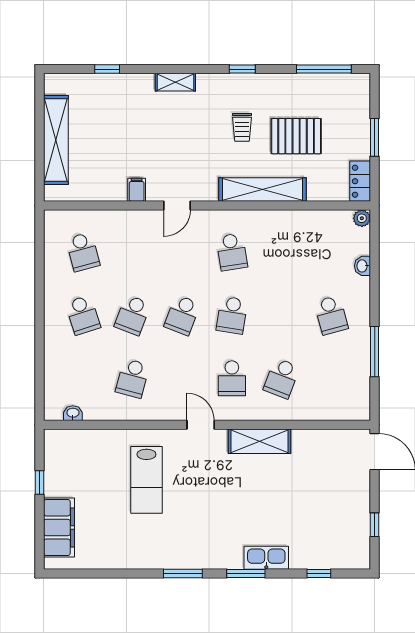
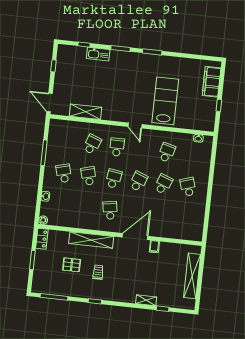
shelving: (175, 82) -> (146, 300), moved
pallet: (296, 136) -> (72, 265), width x0.67, depth x0.71
door: (177, 206) -> (135, 237), width x1.87
school desk: (83, 252) -> (89, 176), moved
shelving: (259, 441) -> (85, 112), moved
lab bench: (146, 480) -> (165, 101), width x1.36, depth x1.39
kitchen sink: (266, 558) -> (98, 54), moved

